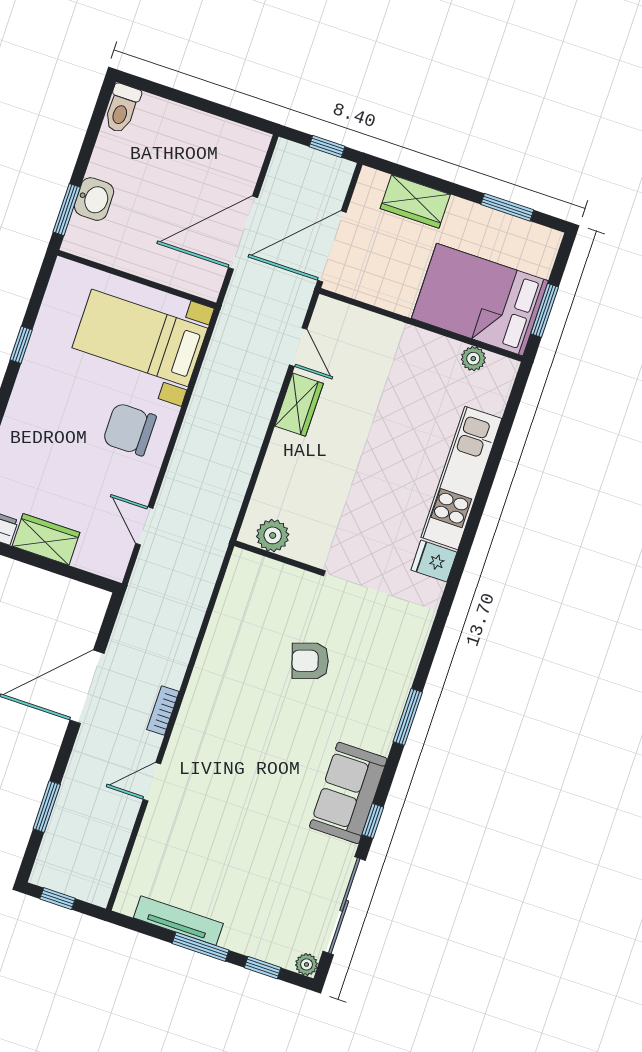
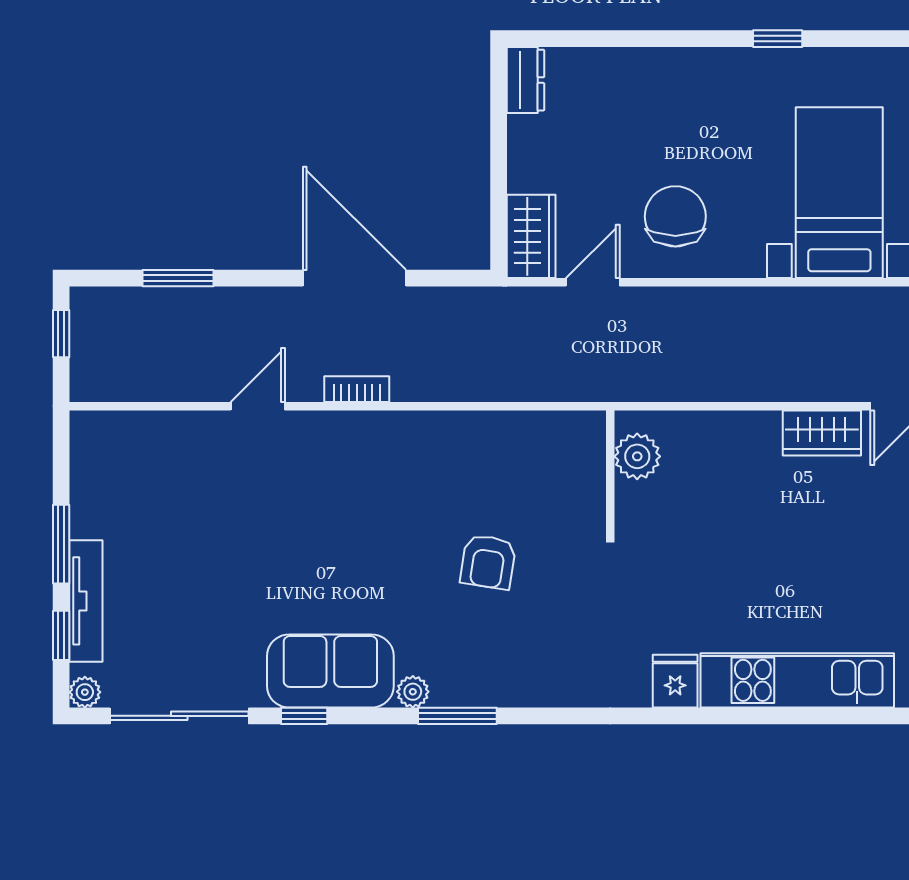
chair: (129, 429) -> (675, 216), moved
wardrobe: (46, 539) -> (531, 236), moved
armchair: (310, 661) -> (488, 562), turned -153
plant: (381, 742) -> (413, 692), added
door: (152, 782) -> (258, 406), hinge flipped
tv unit: (178, 921) -> (86, 601), moved

